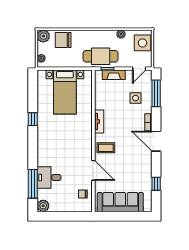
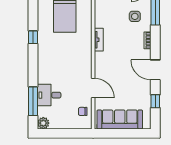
door: (156, 141) -> (155, 70), moved
coffee table: (106, 148) -> (105, 66), removed

